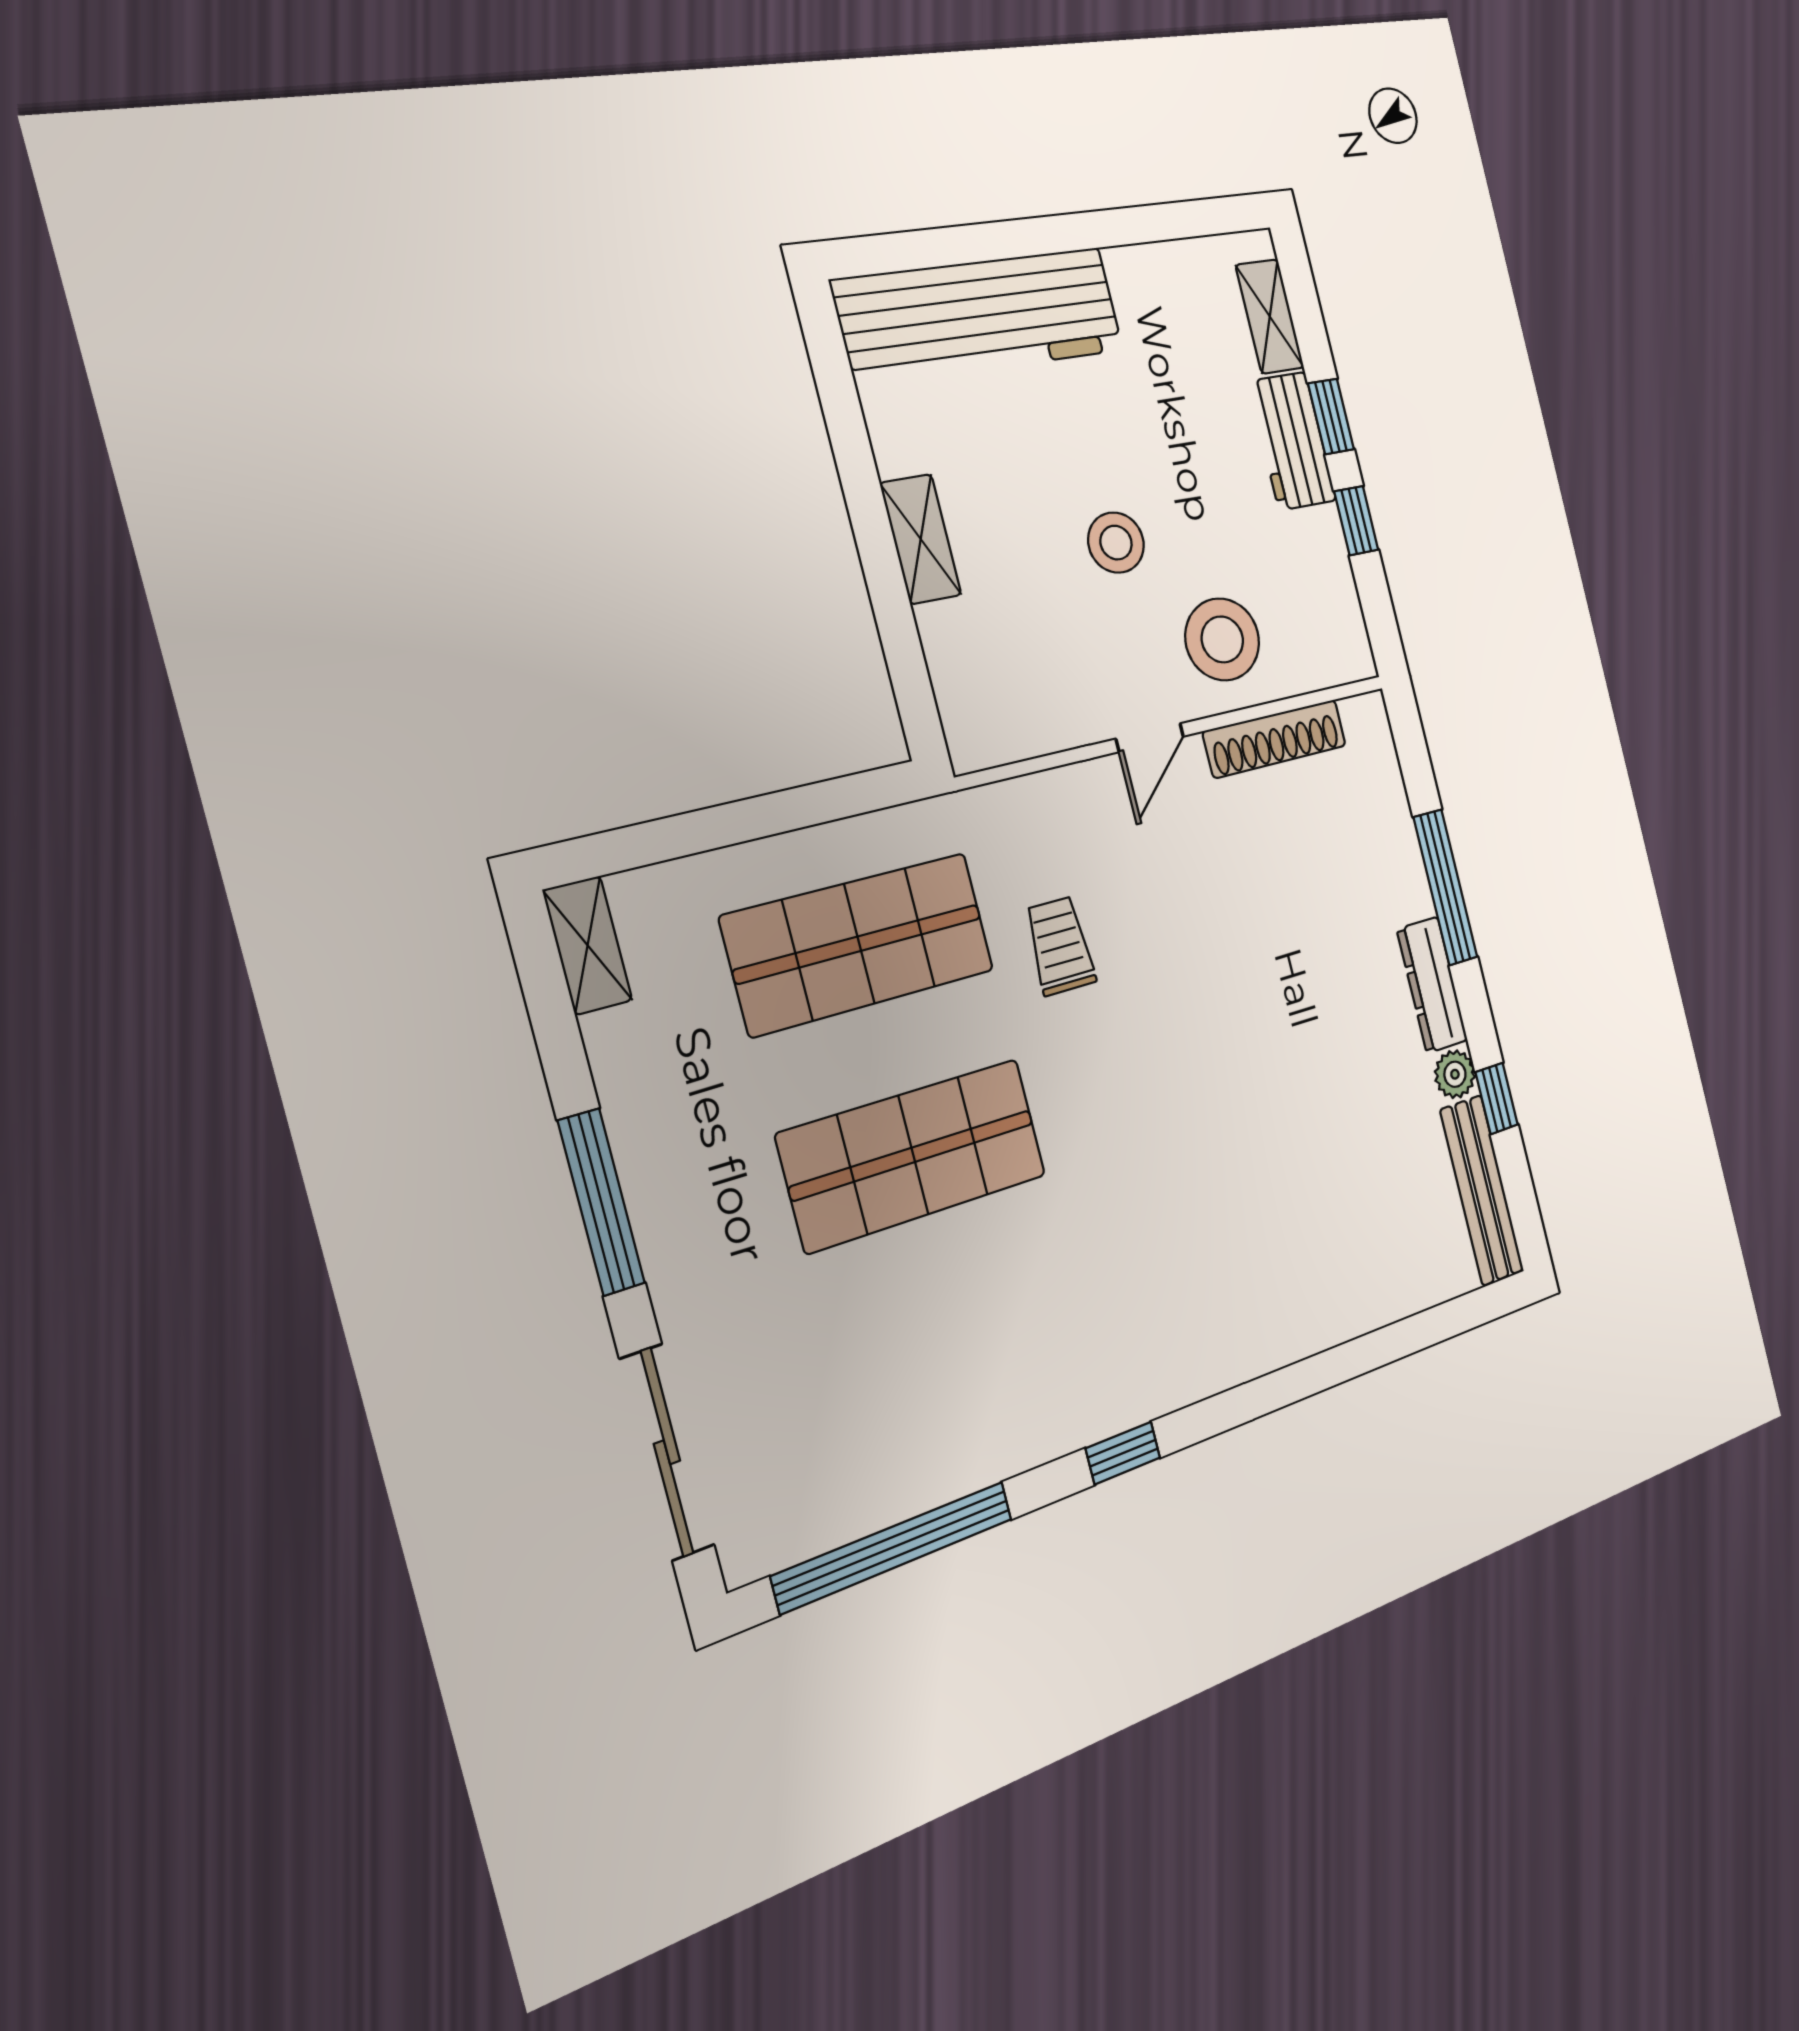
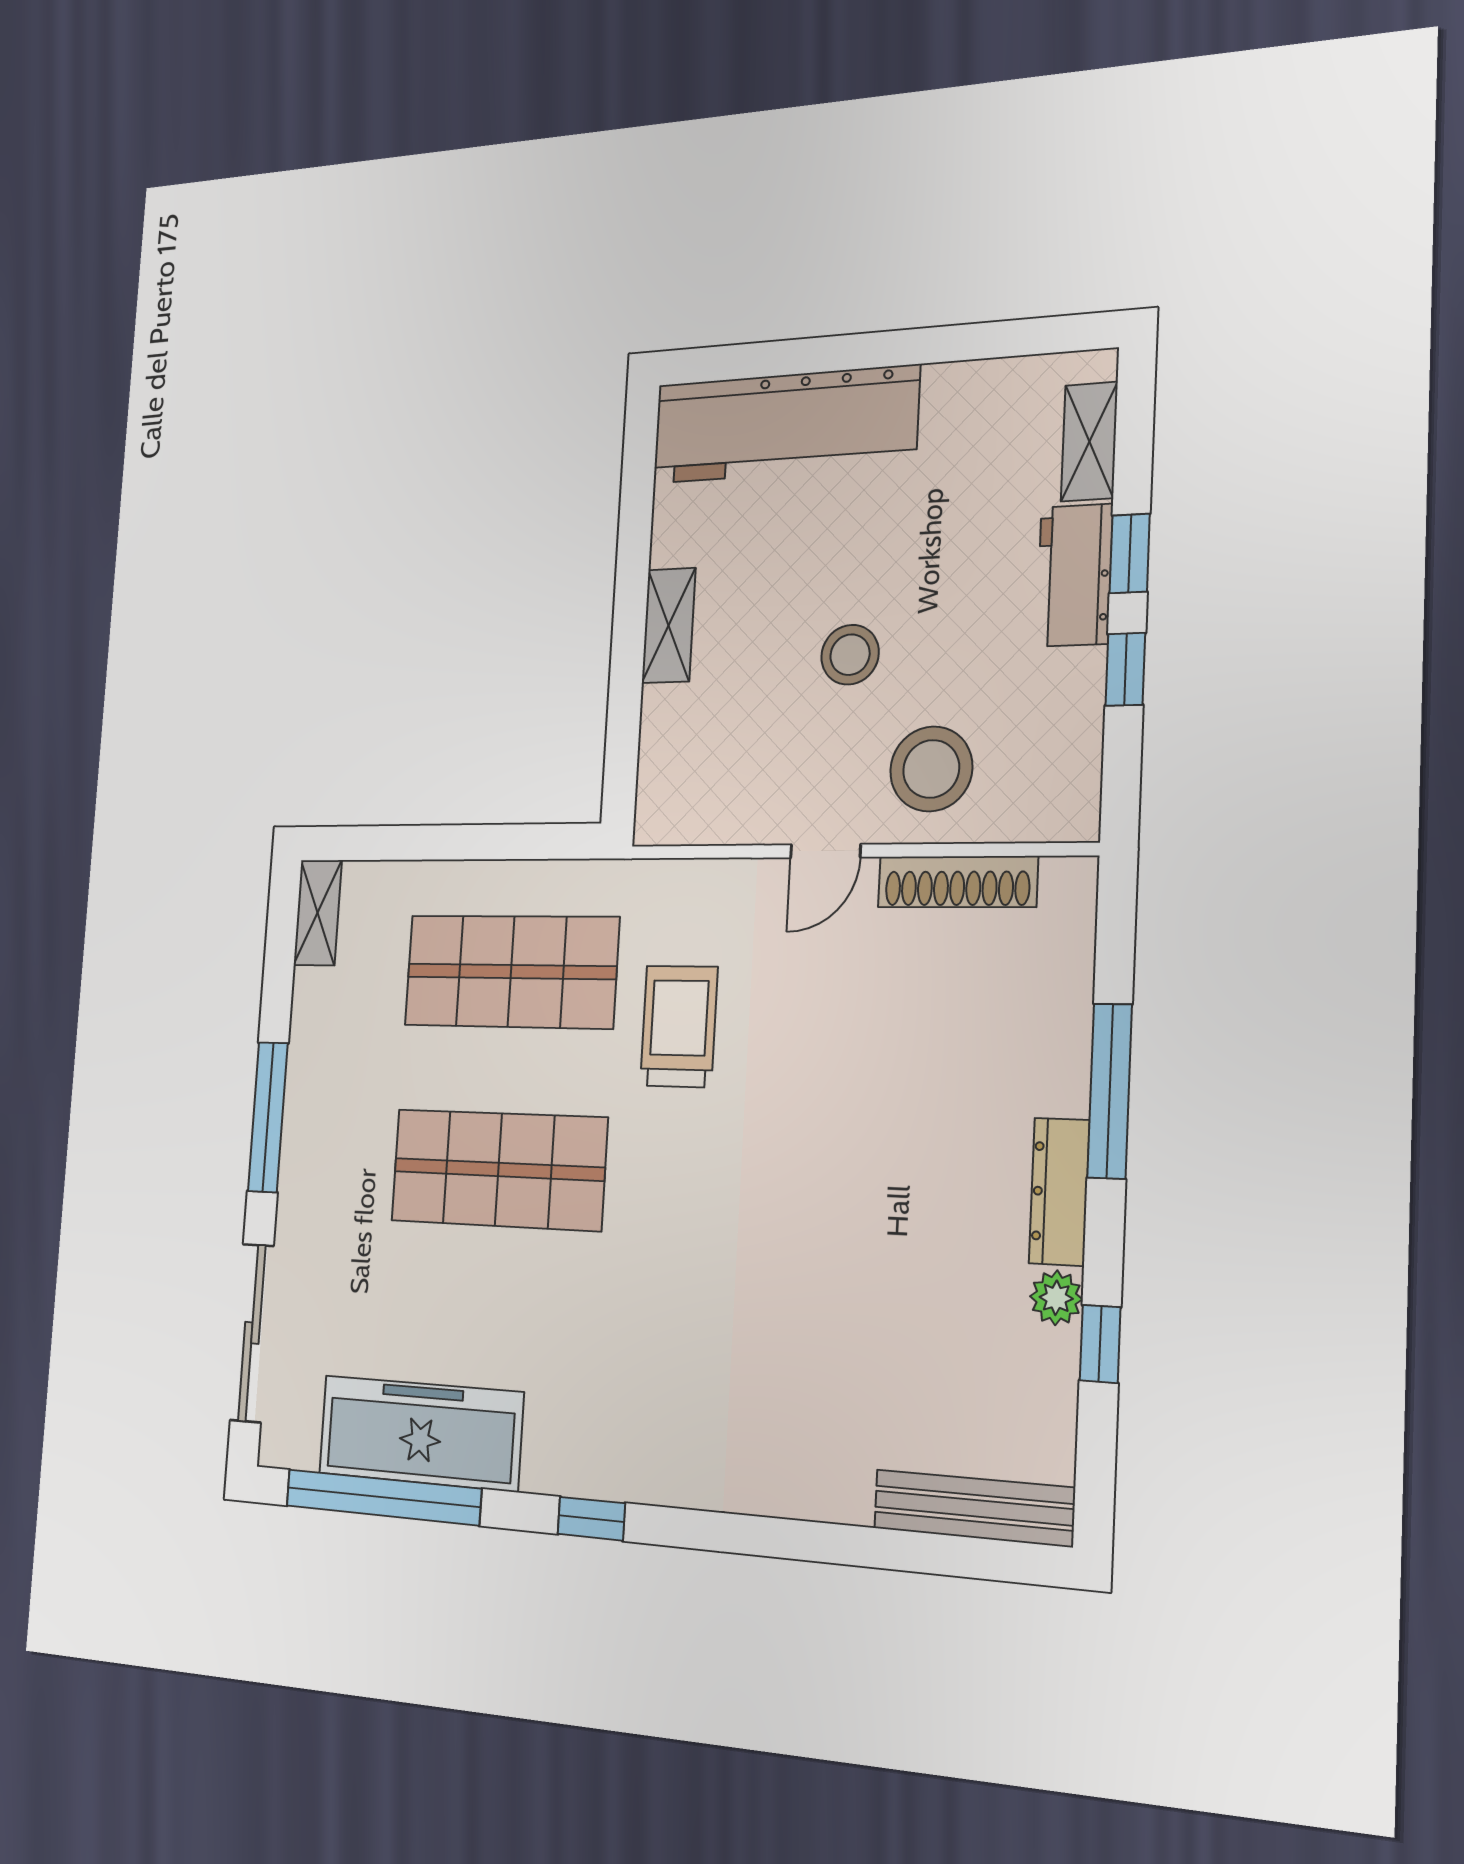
trolley: (1060, 946) -> (679, 1026), width x1.36, depth x1.39
bench: (1482, 1190) -> (974, 1508), moved, turned 90
freezer: (915, 1461) -> (420, 1433), added

